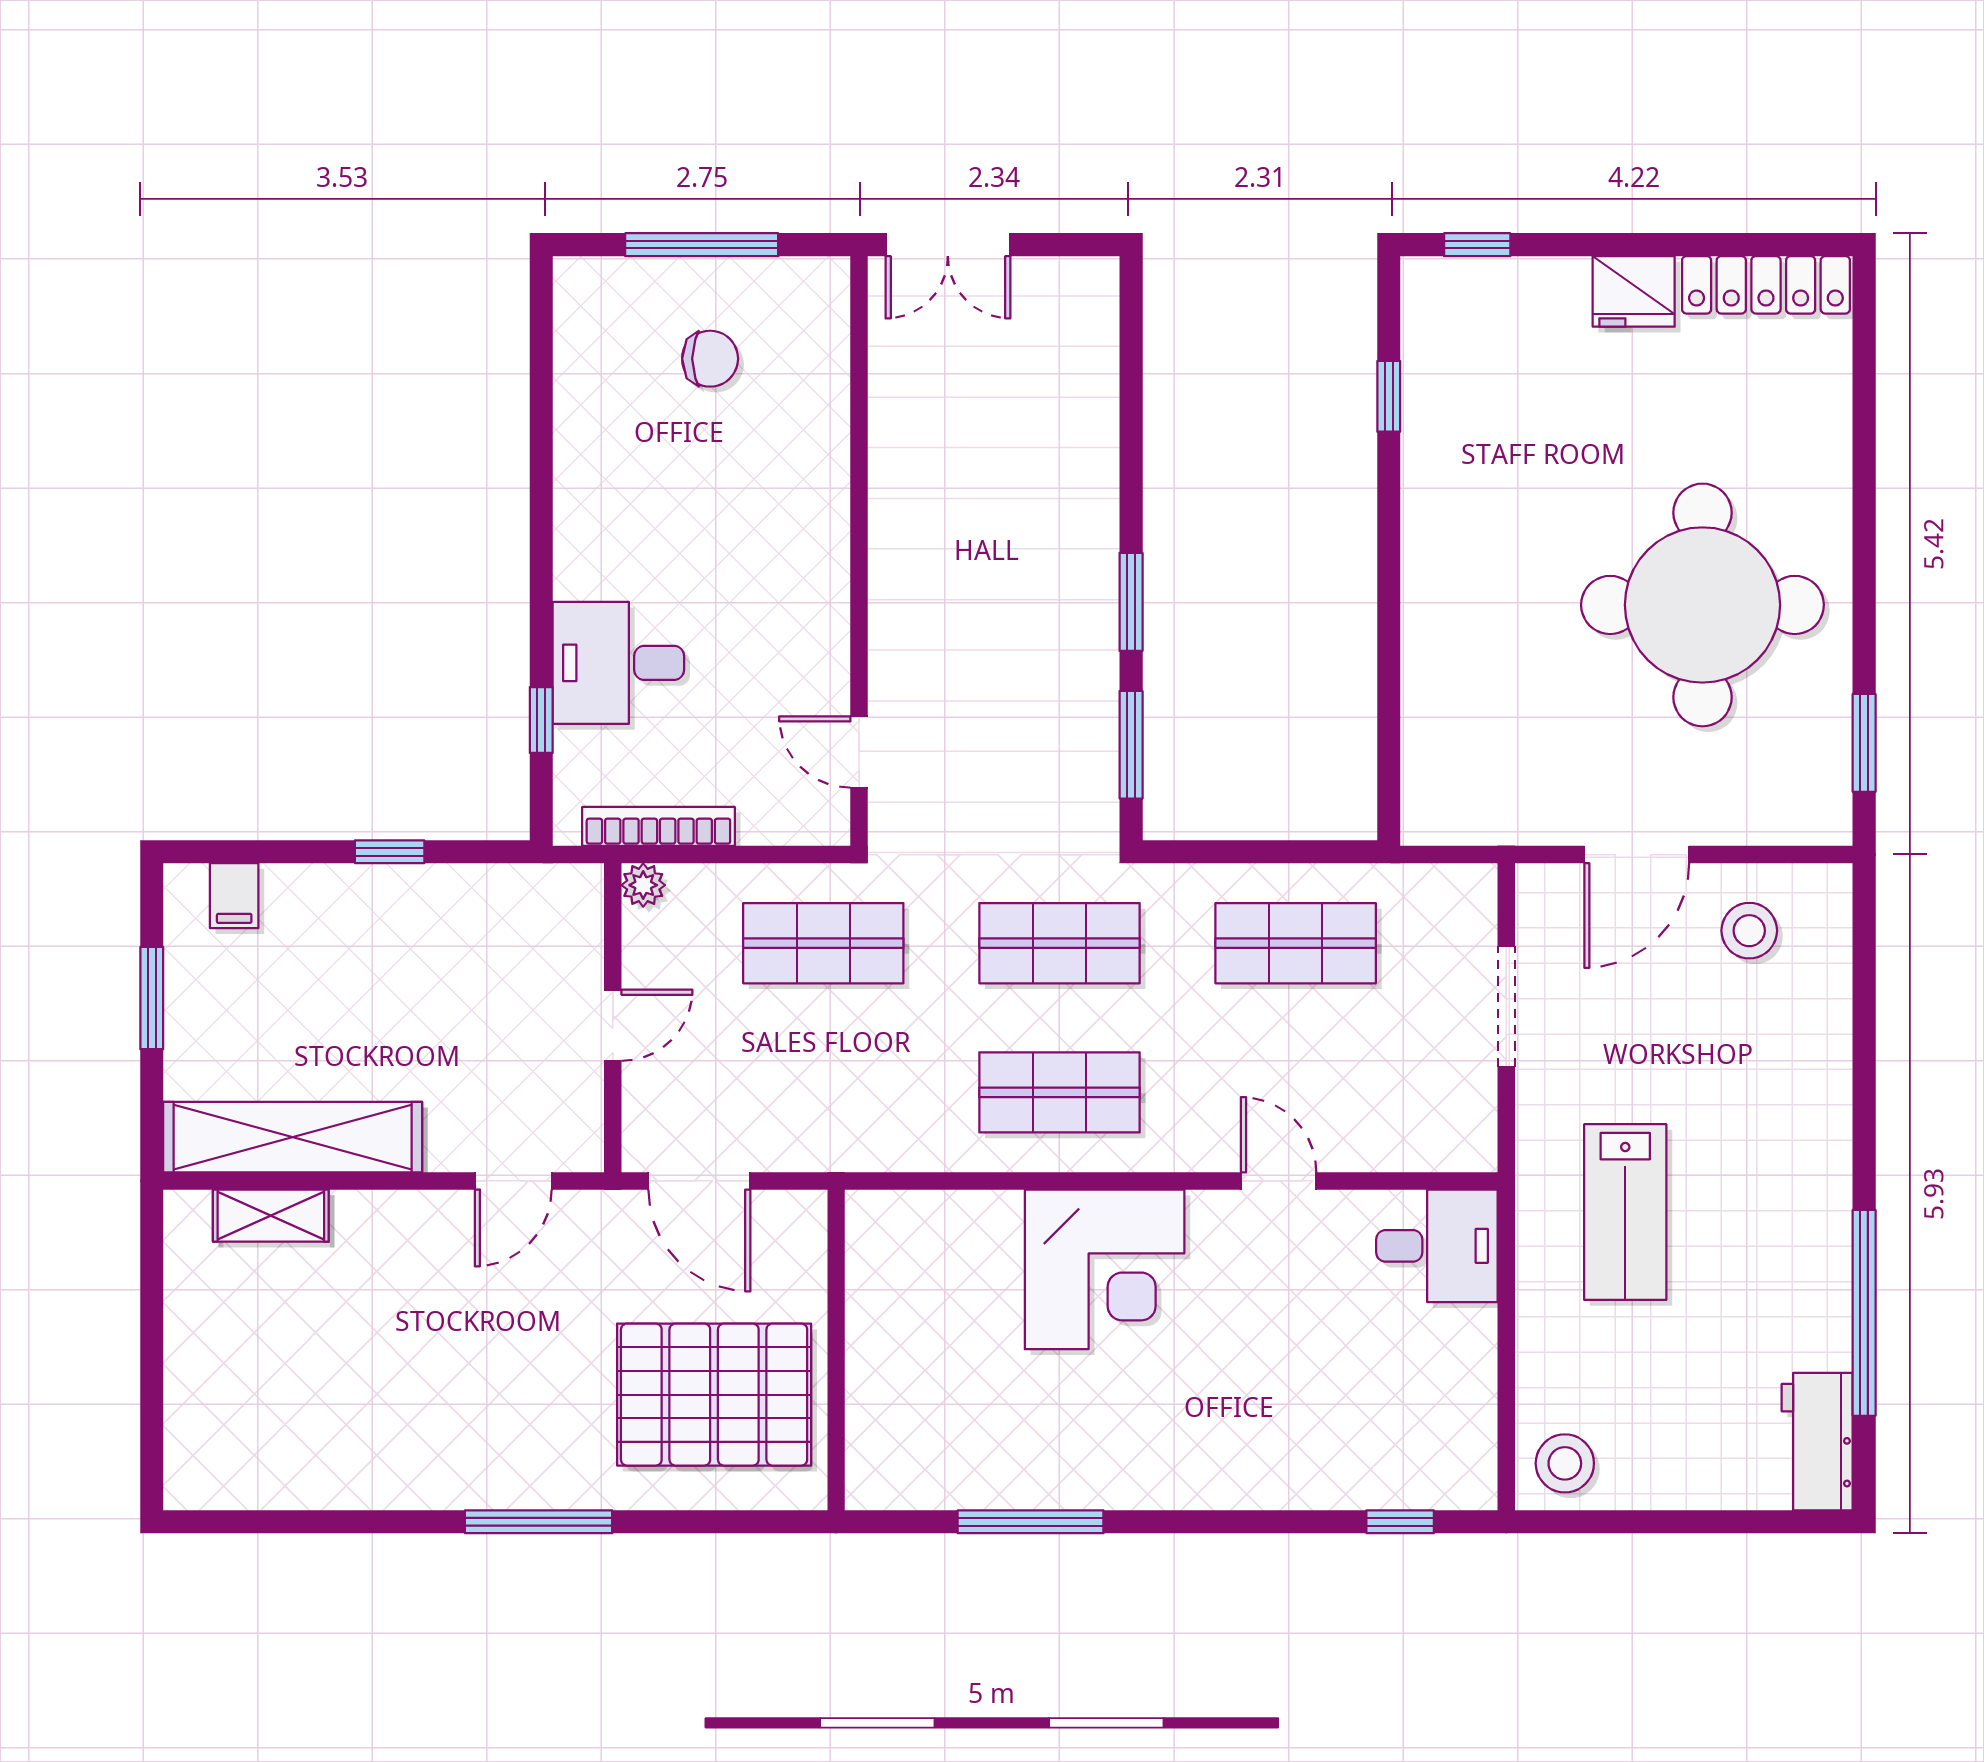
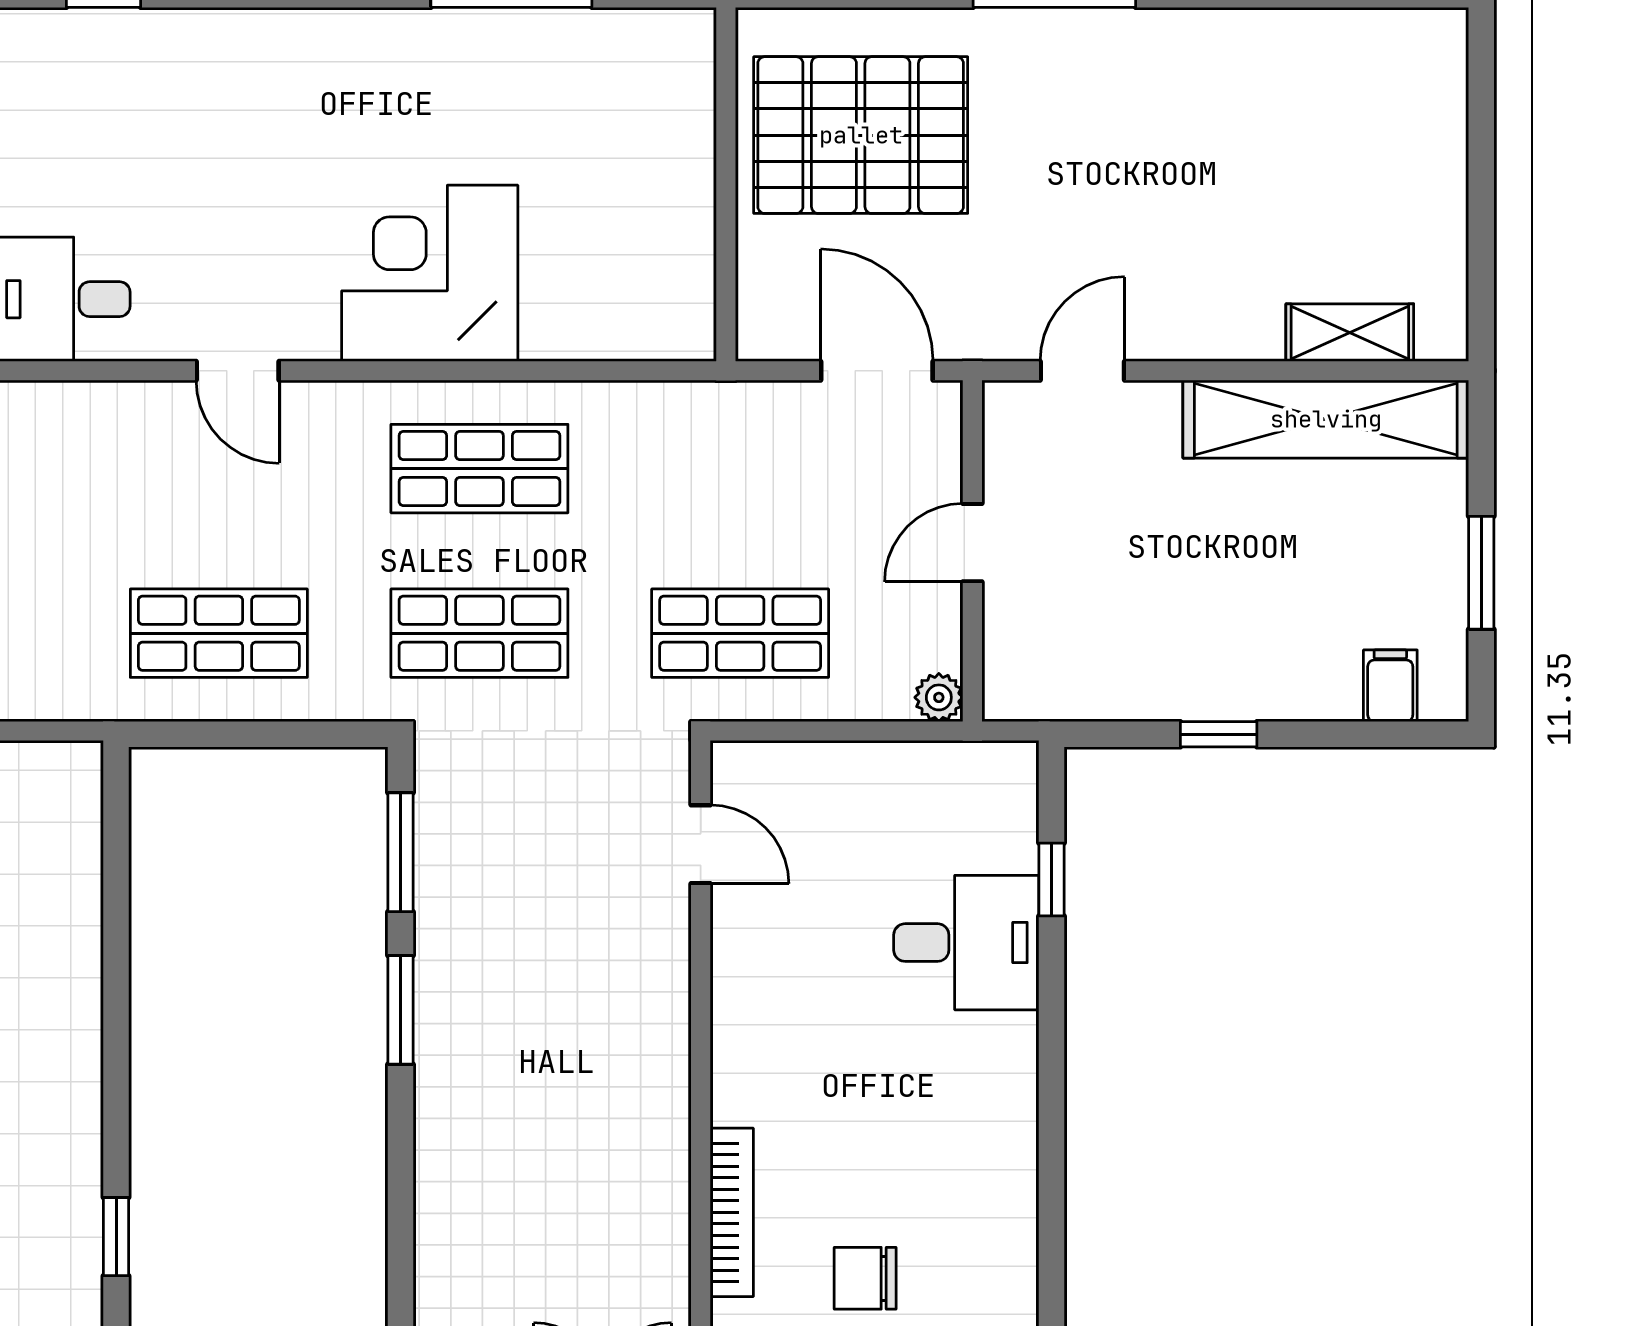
bookcase: (658, 826) -> (732, 1212), moved, turned -90

